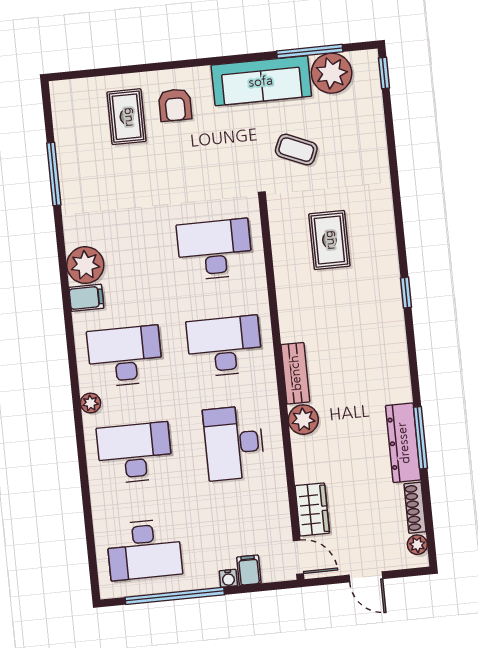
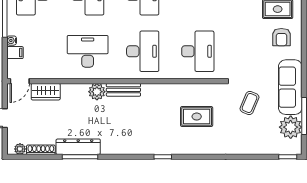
armchair: (175, 105) -> (281, 37), turned -90

